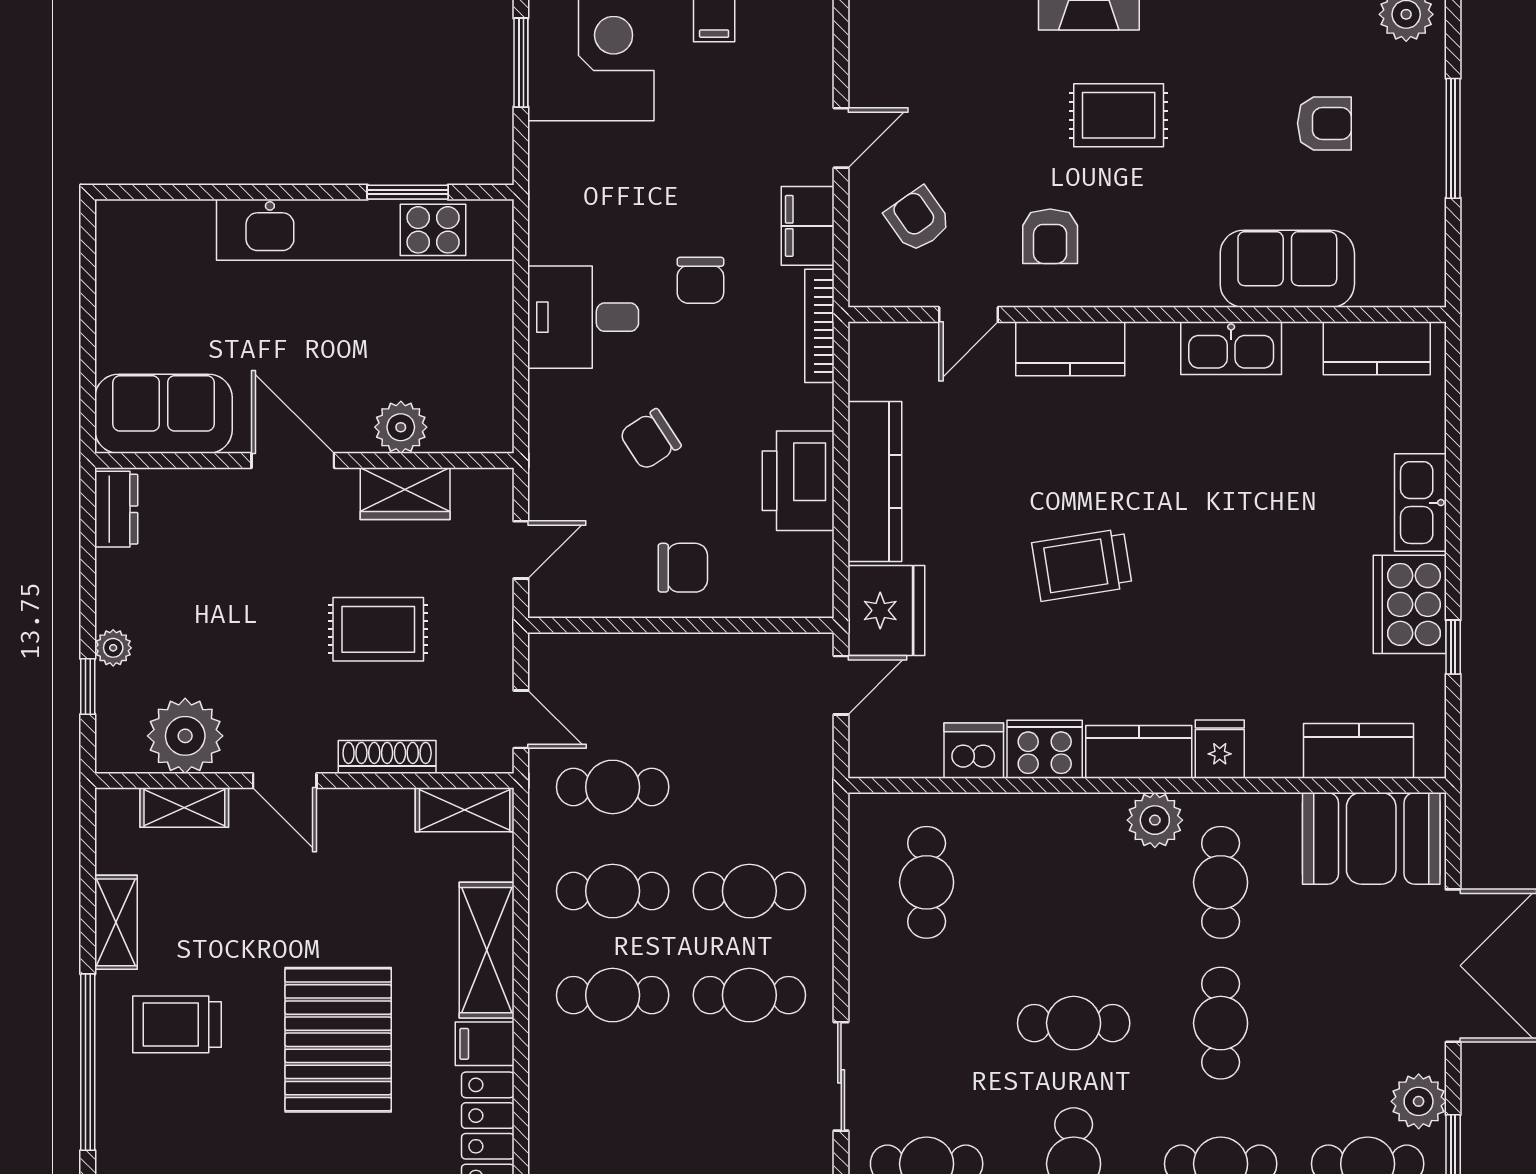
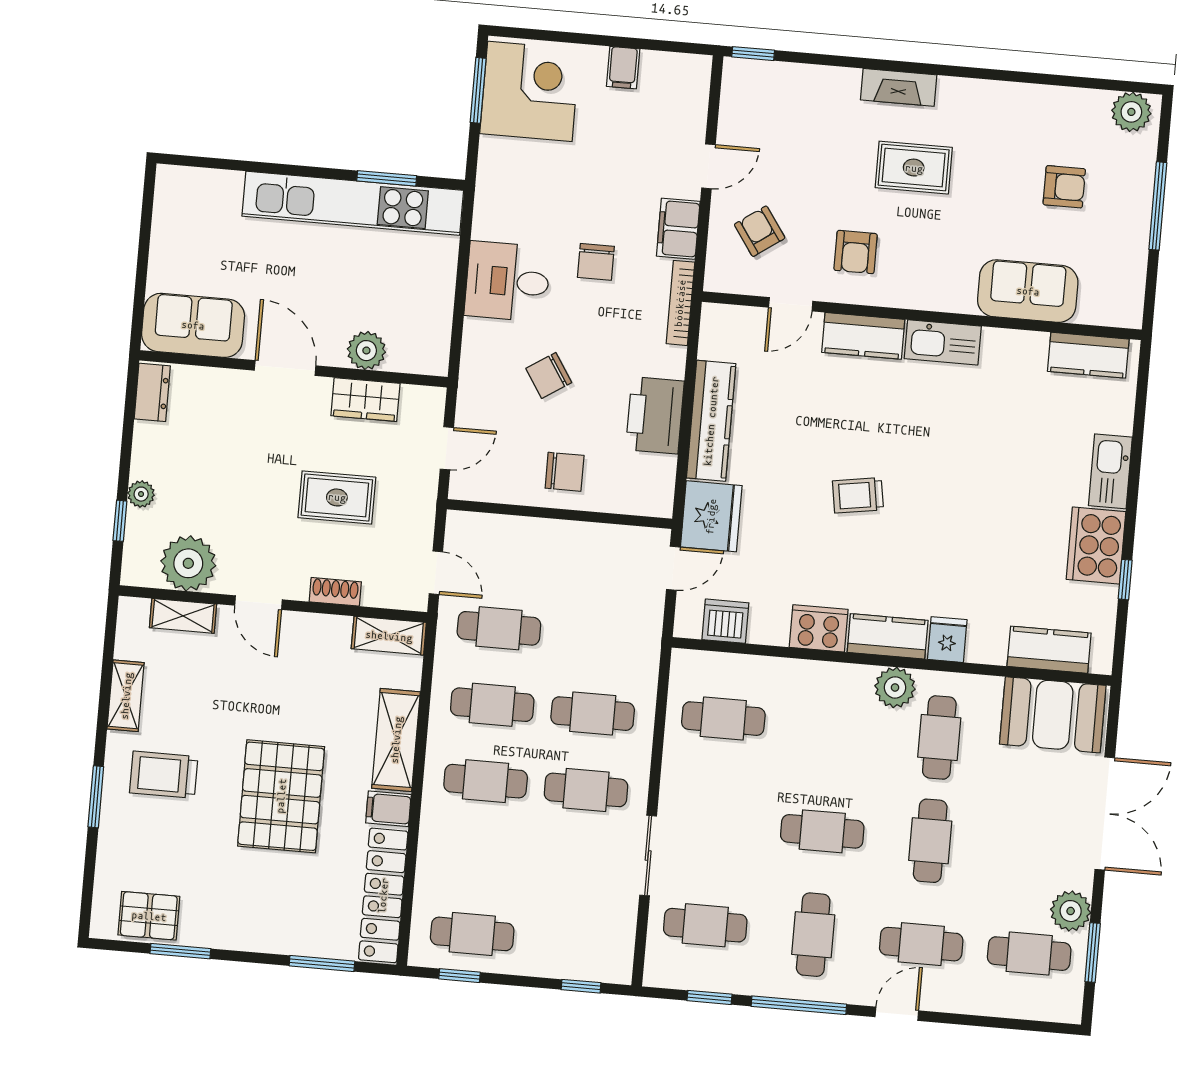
kitchen sink: (1231, 348) -> (943, 342), moved
trolley: (1082, 565) -> (858, 495), width x0.73, depth x0.72
dishwasher: (974, 751) -> (725, 621), moved
shoe rack: (387, 757) -> (335, 592), width x0.70
cafe table: (927, 882) -> (723, 719), turned 90
window: (88, 1062) -> (96, 797), width x0.47

